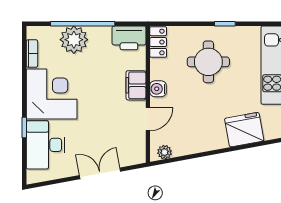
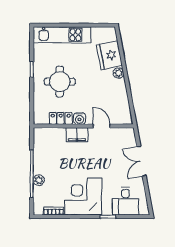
printer: (129, 38) -> (42, 140), removed
plant: (74, 40) -> (39, 180), width x0.53, depth x0.53
locker: (158, 42) -> (61, 118), moved
desk: (45, 145) -> (125, 201), width x0.73
plant: (165, 152) -> (118, 73), moved

